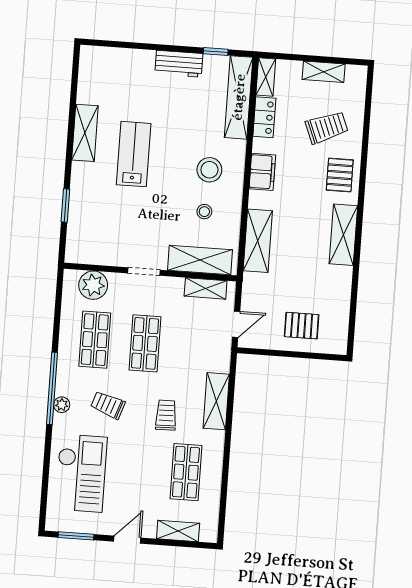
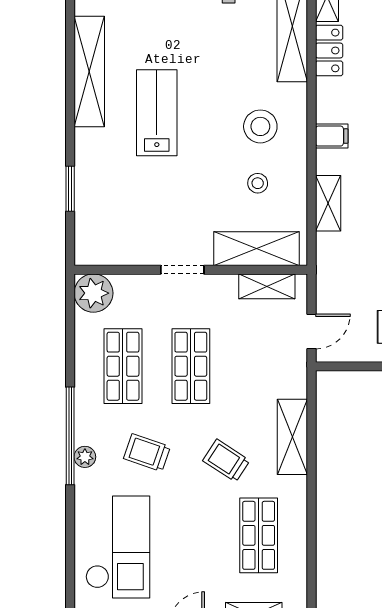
shelving: (85, 133) -> (89, 71), width x1.47
filing cabinet: (262, 172) -> (332, 136), width x0.50
shelving: (258, 241) -> (328, 203), width x0.67, depth x0.75
plant: (93, 285) -> (93, 293), moved
trolley: (166, 415) -> (226, 461), turned -56

